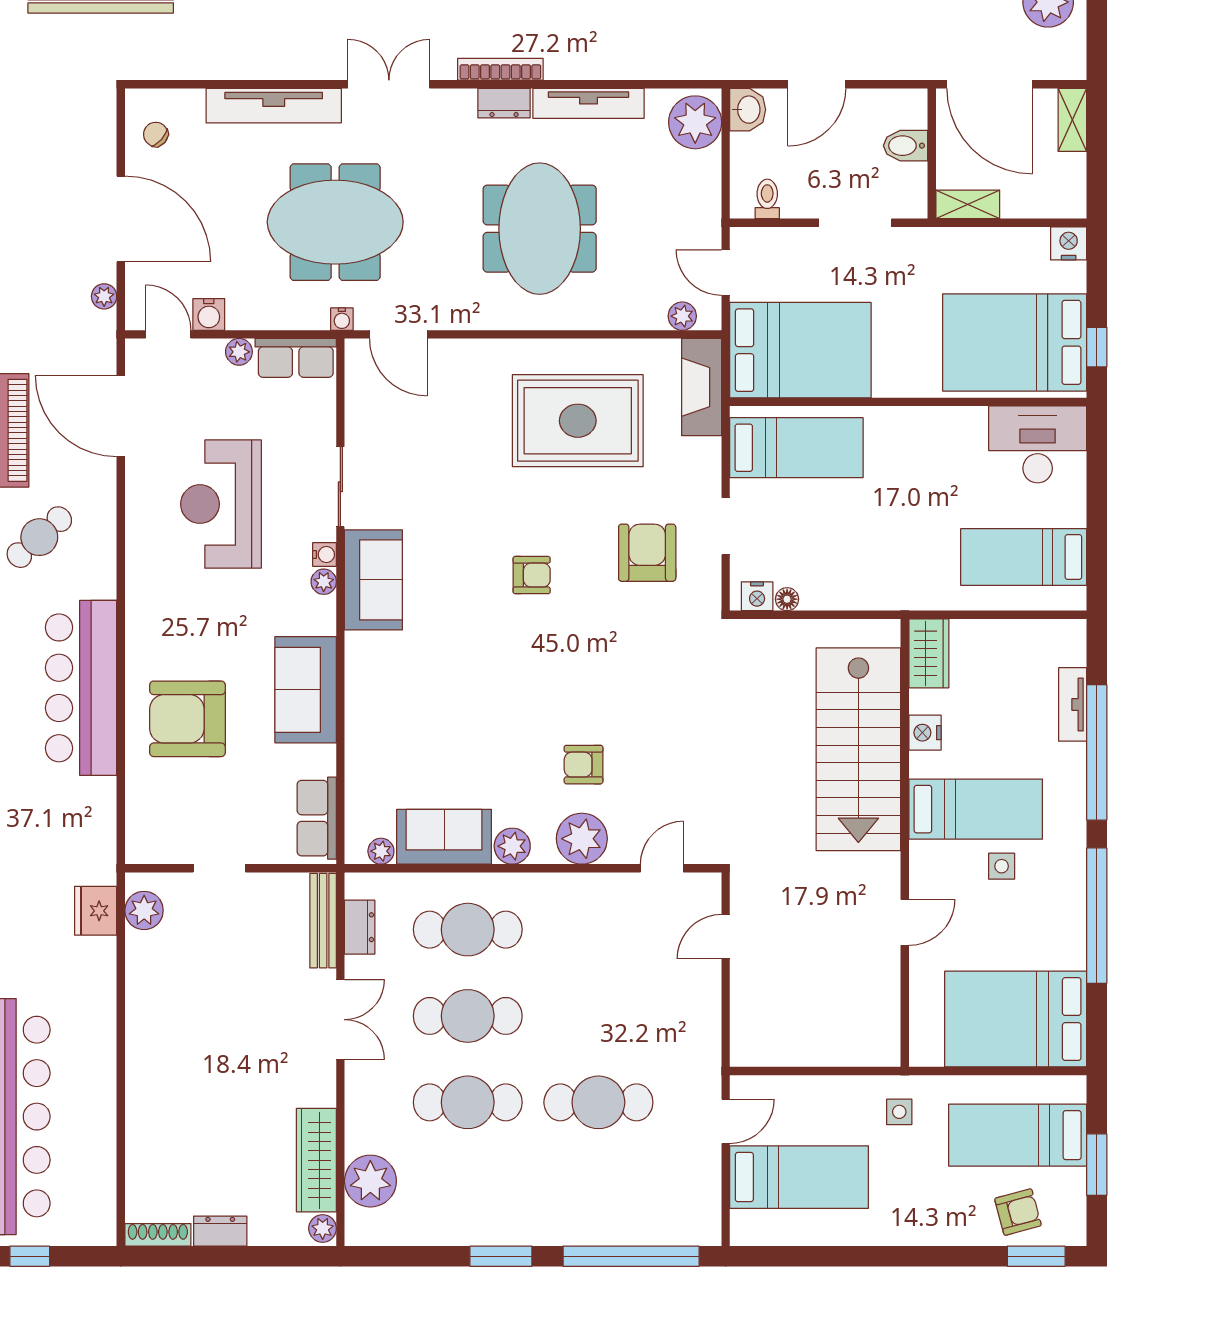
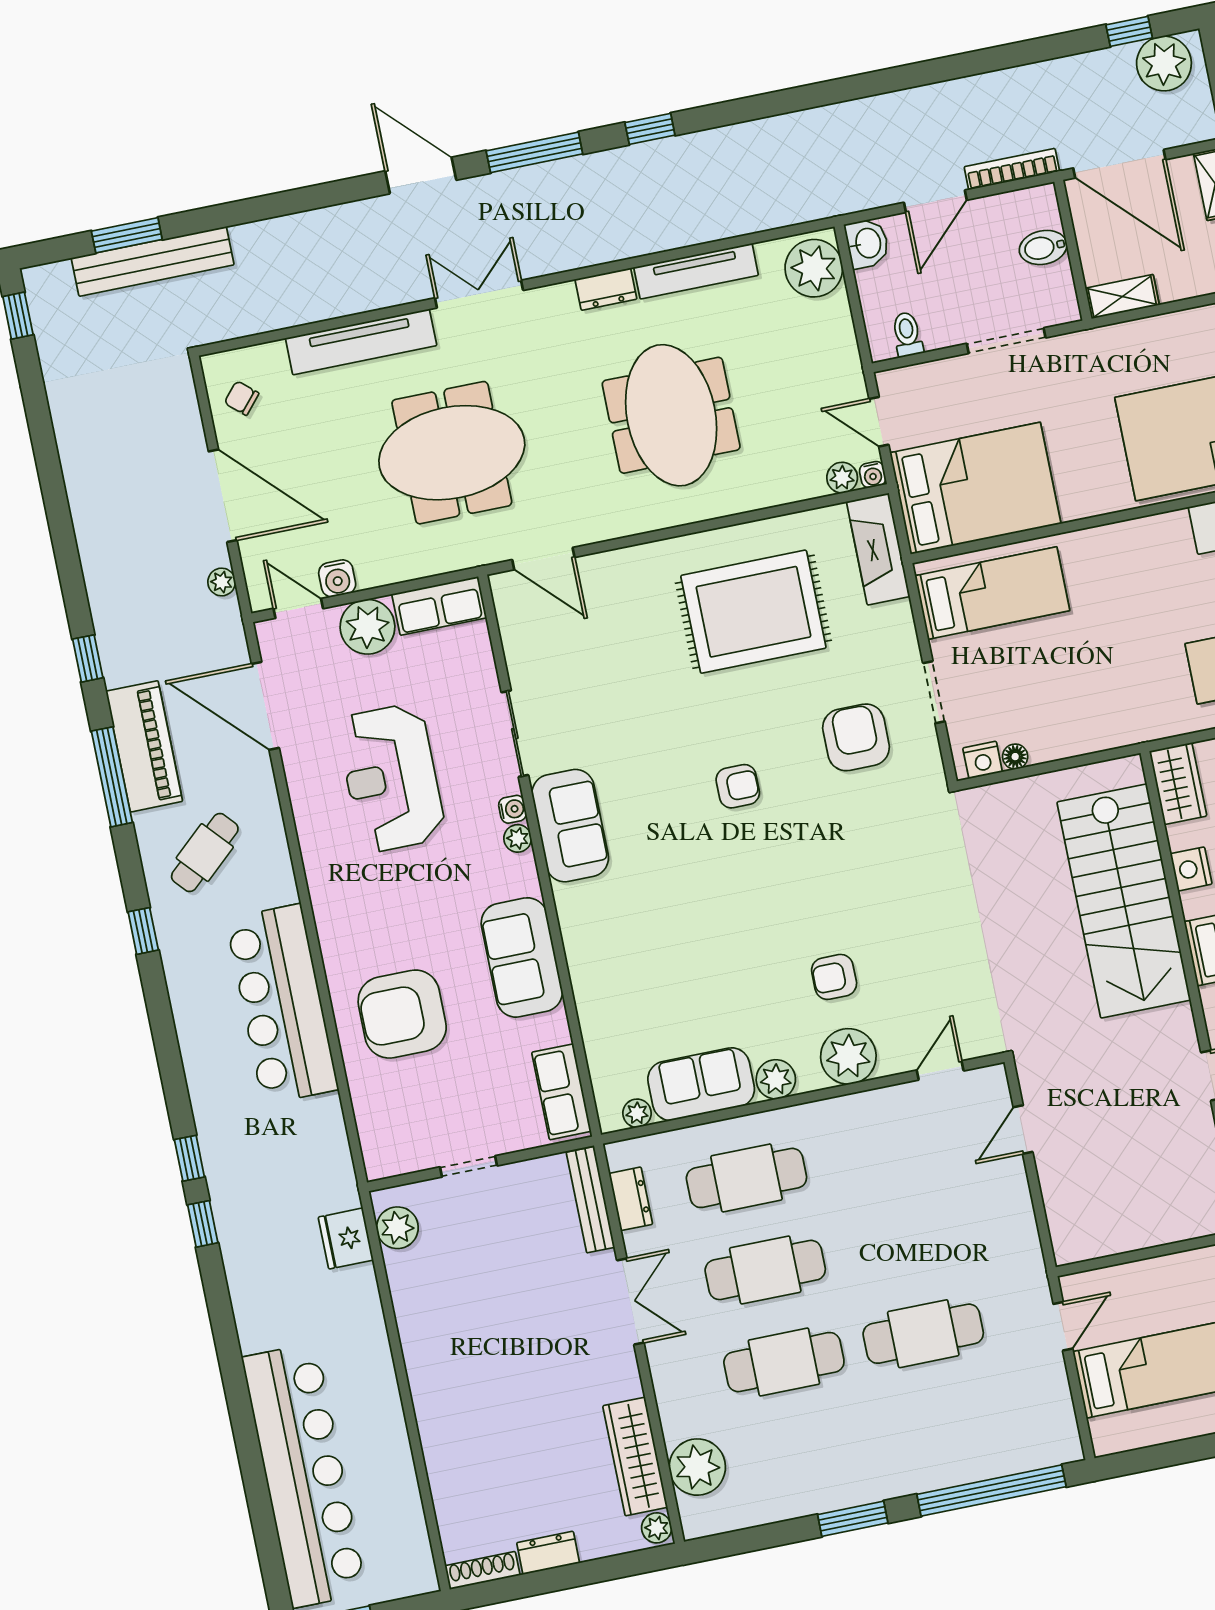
bookcase: (500, 69) -> (1012, 169), moved
water cooler: (342, 319) -> (873, 475), moved
plant: (239, 352) -> (367, 627), width x1.88, depth x1.88

